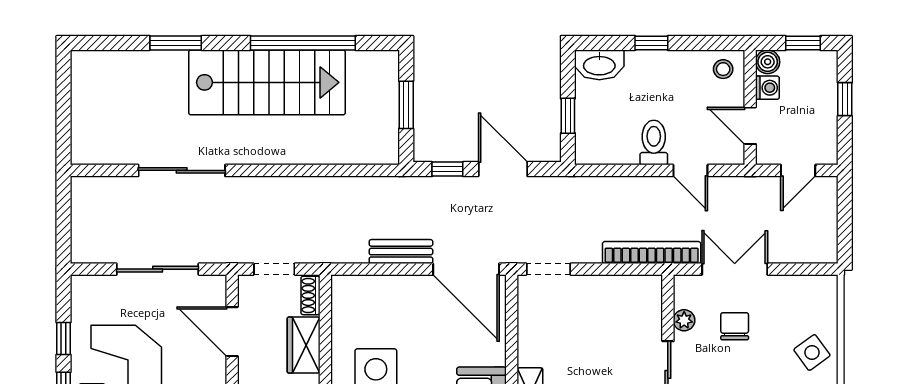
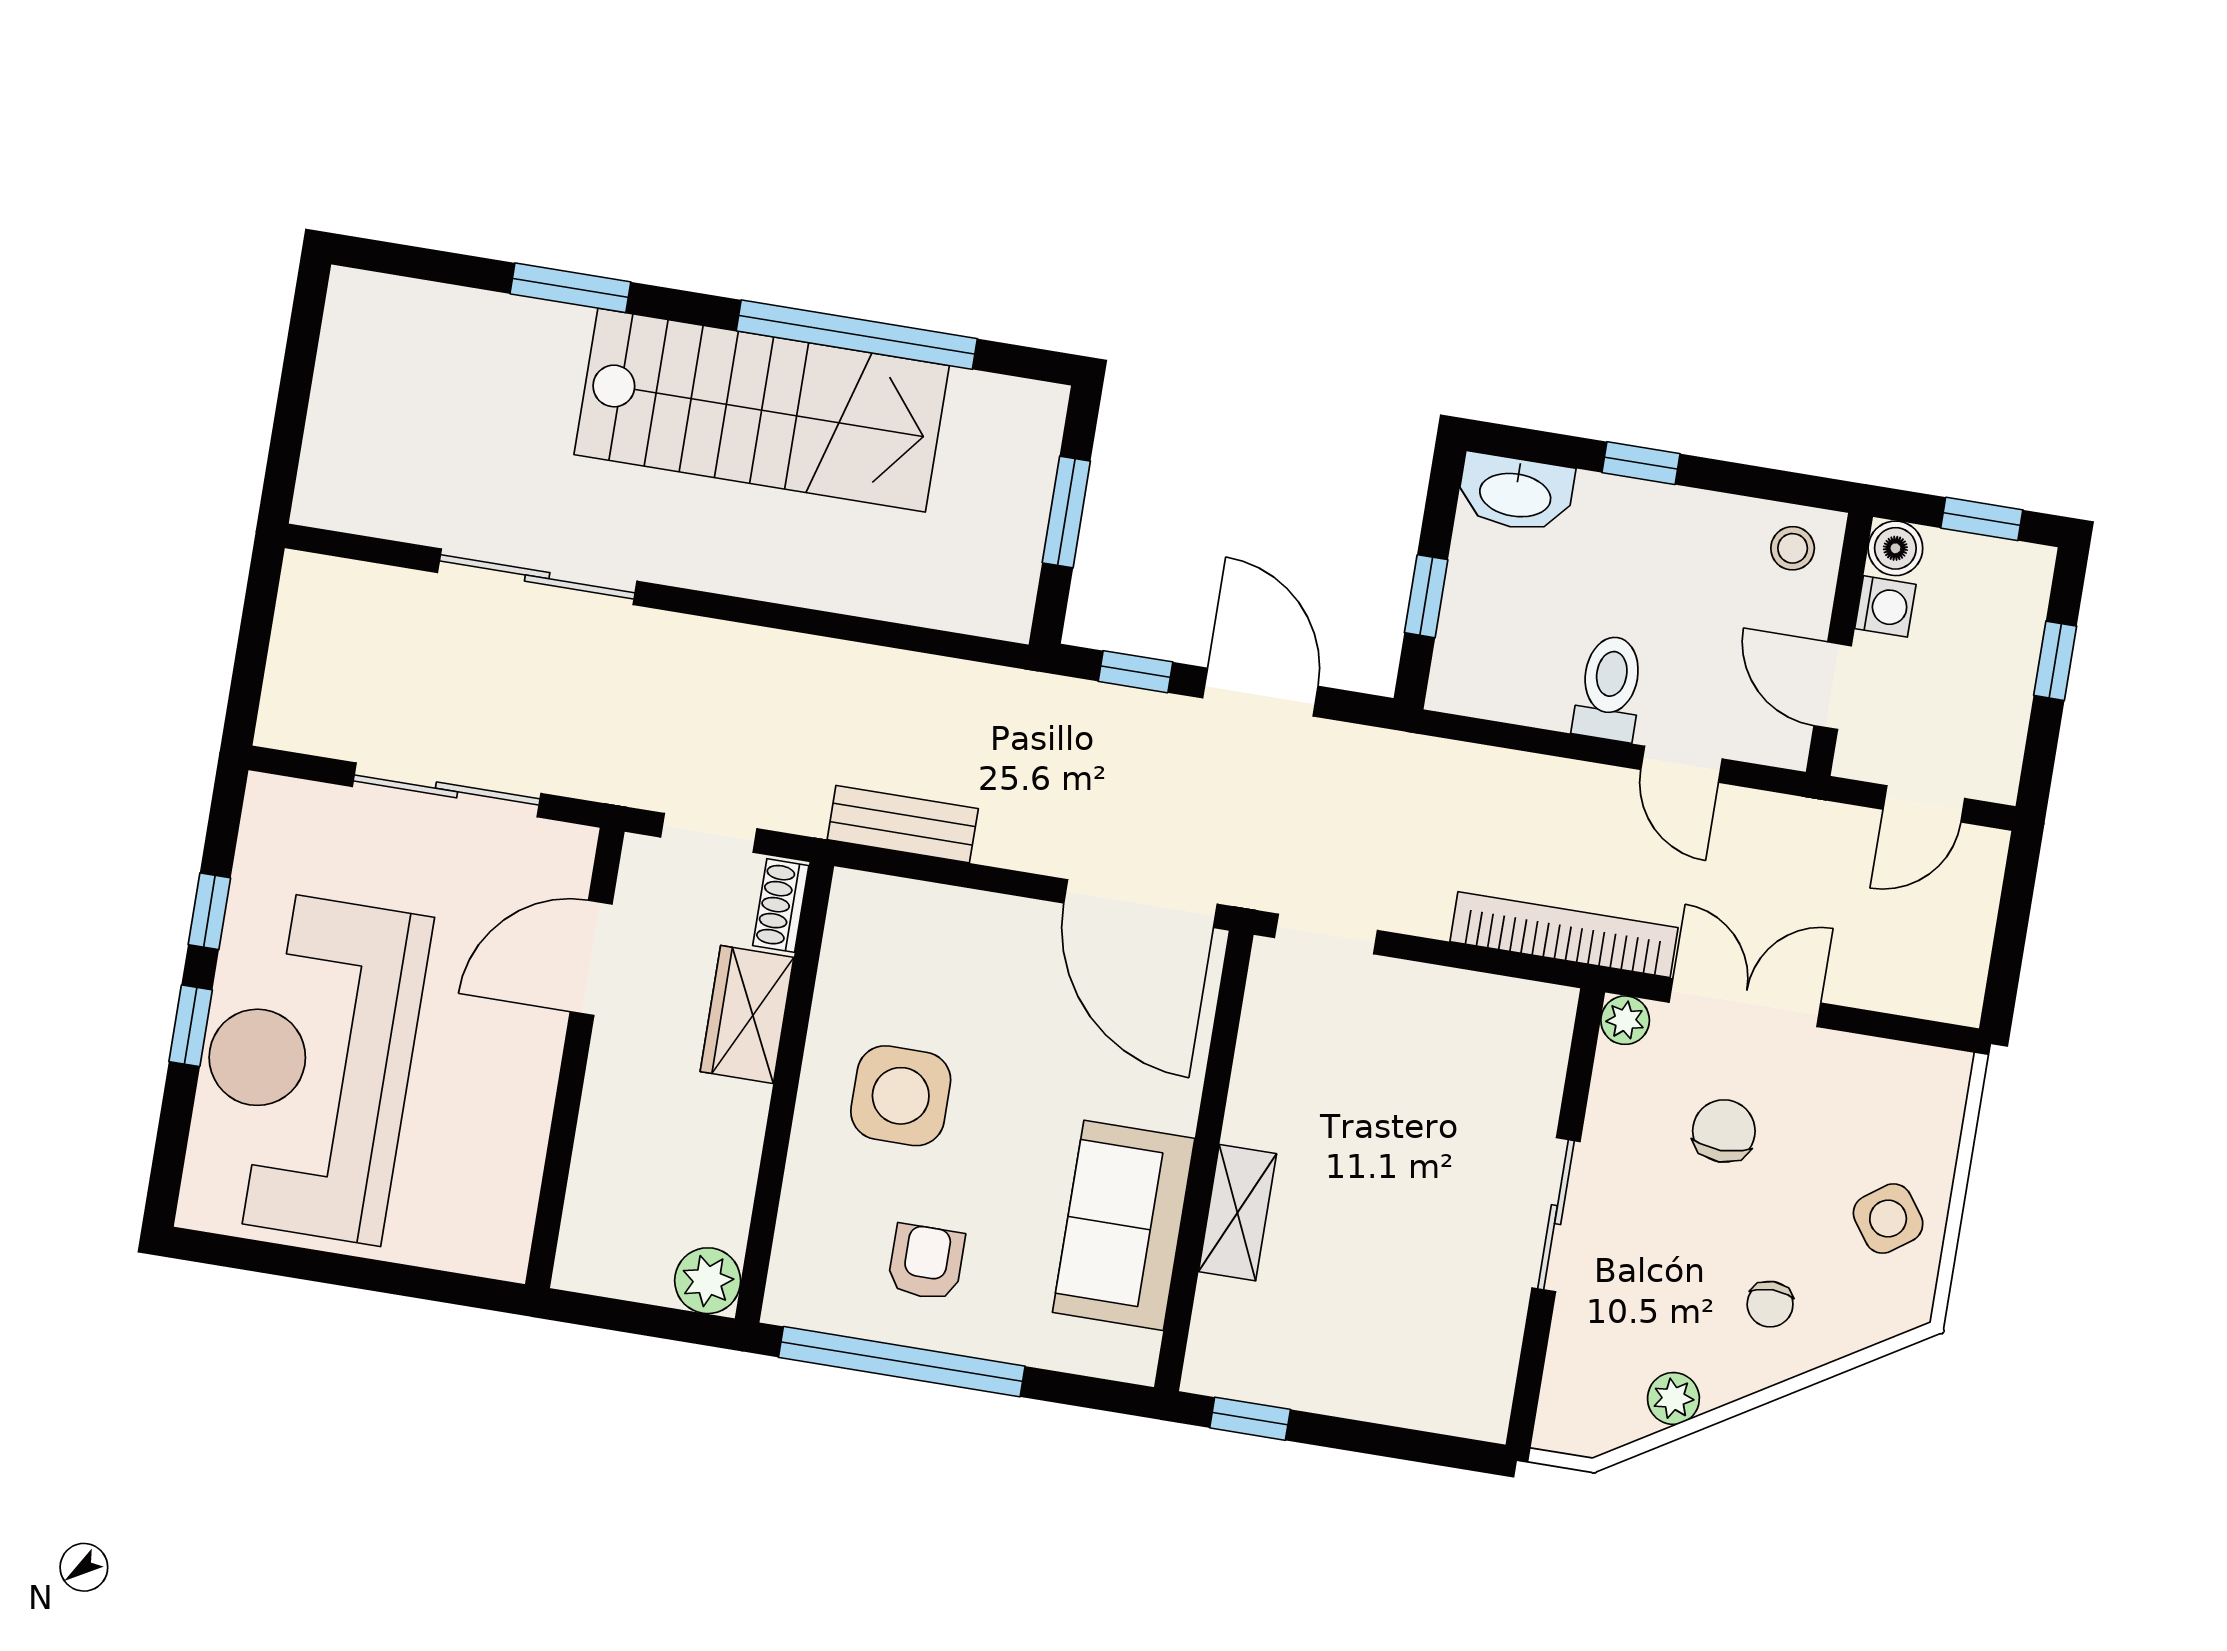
bench: (401, 252) -> (903, 824), moved
plant: (684, 320) -> (1625, 1020), moved
door: (232, 332) -> (591, 958), hinge flipped

